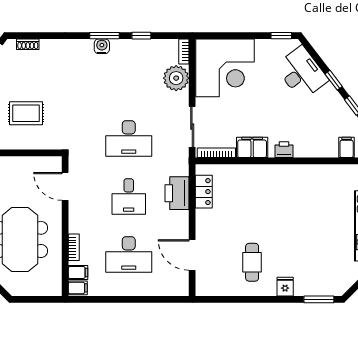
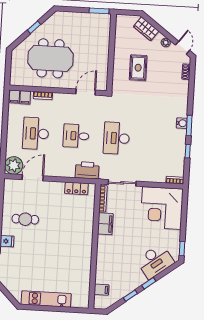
plant: (176, 78) -> (14, 165), moved
printer: (284, 150) -> (102, 246), removed
printer: (177, 193) -> (87, 170), moved

